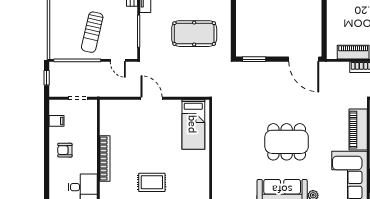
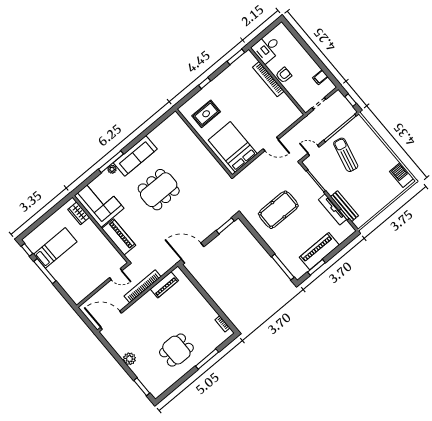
bed: (193, 124) -> (233, 147), width x1.50
armchair: (65, 150) -> (284, 75), moved
rug: (152, 182) -> (206, 114), moved

